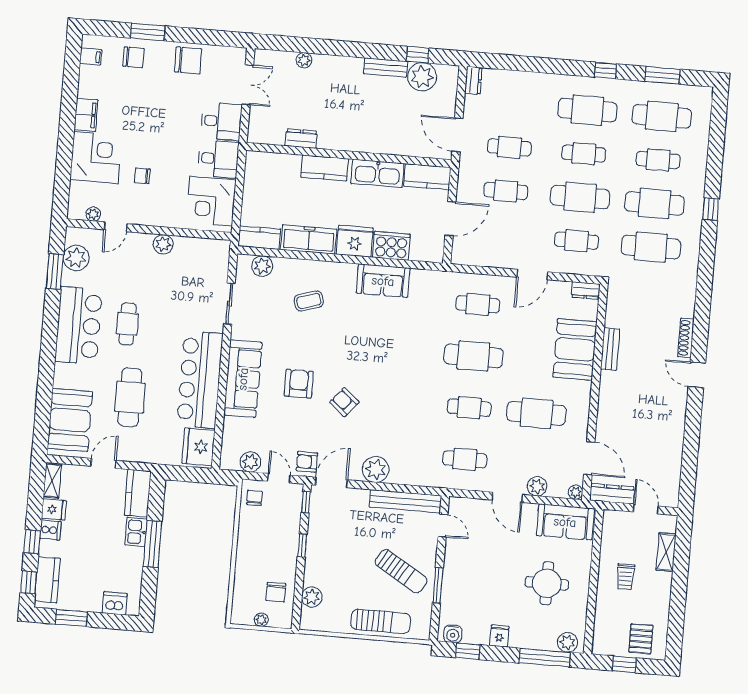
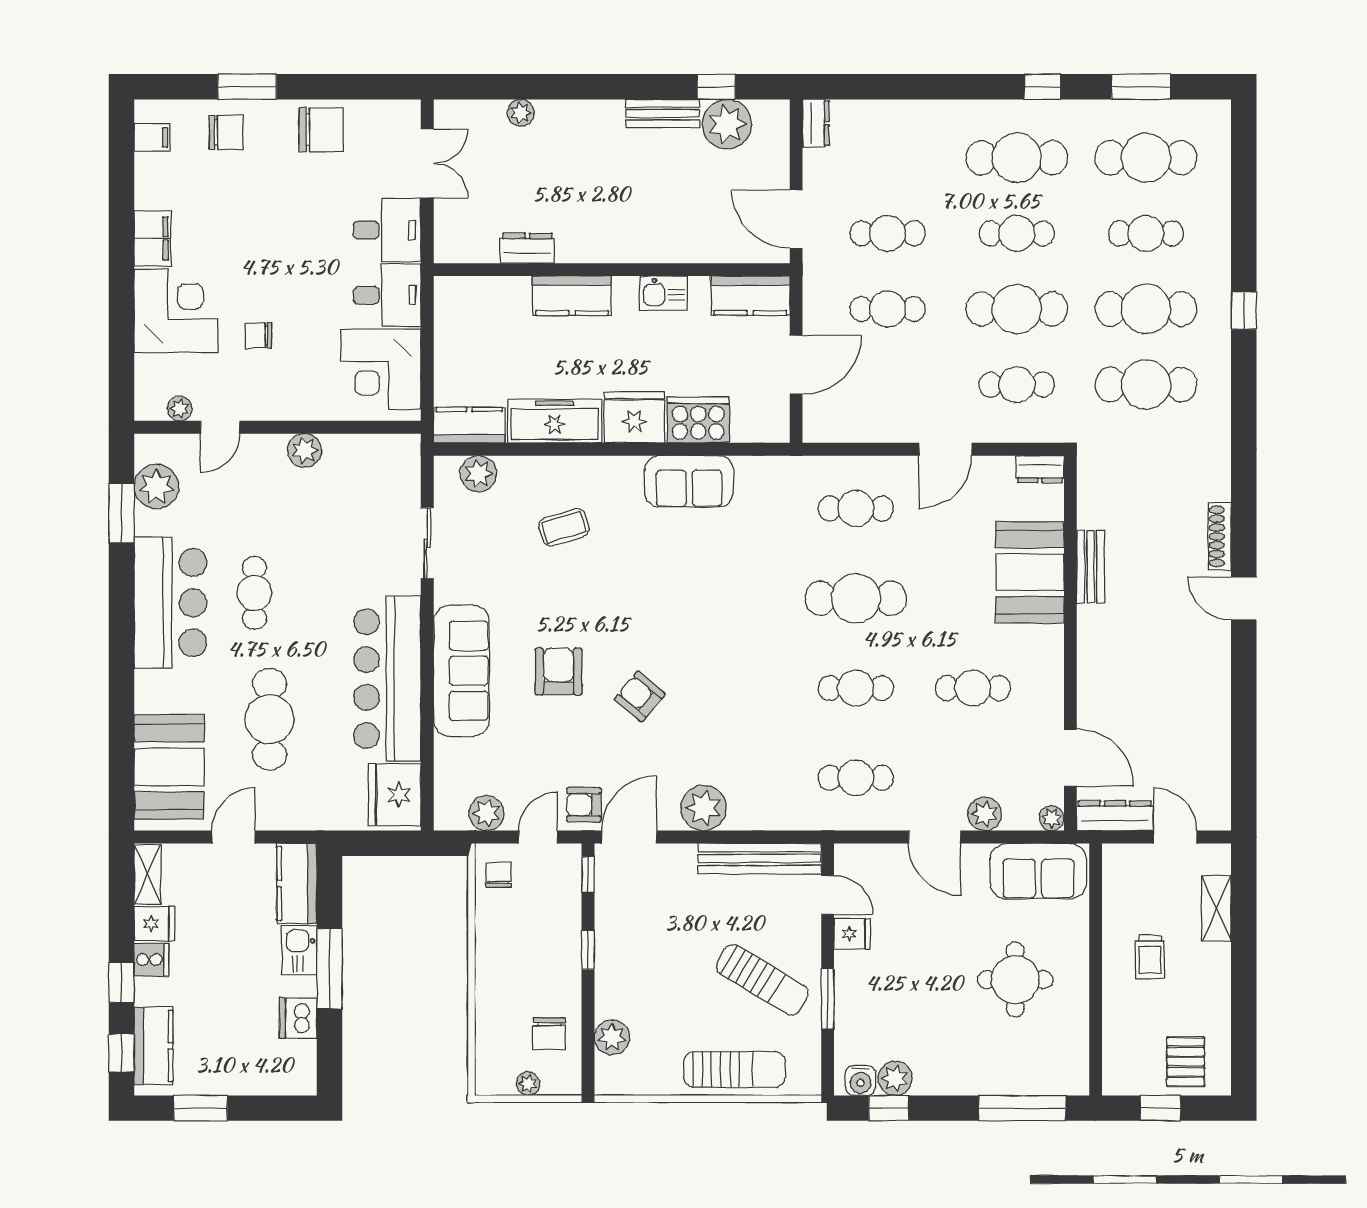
kitchen sink: (377, 173) -> (664, 293), width x0.53, depth x0.81
cafe table: (537, 413) -> (973, 688), width x0.73, depth x0.74
door: (279, 478) -> (538, 837), hinge flipped
dishwasher: (115, 603) -> (298, 1018), moved, turned -90
fridge: (499, 636) -> (852, 934), moved, turned 90
plant: (567, 642) -> (895, 1078), moved

